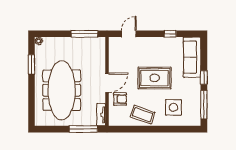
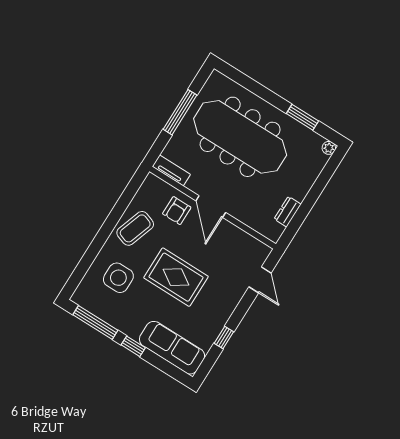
window: (84, 34) -> (299, 218), removed
dresser: (85, 42) -> (288, 212), added
rug: (155, 78) -> (176, 277), turned 90
window: (83, 129) -> (180, 112), moved

